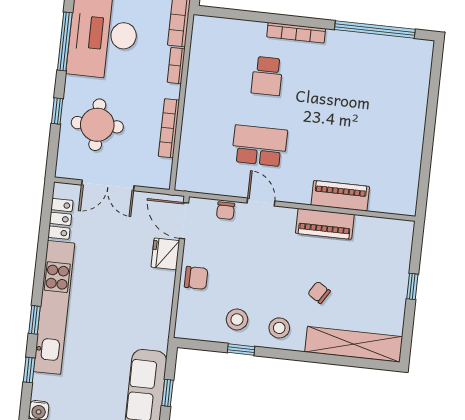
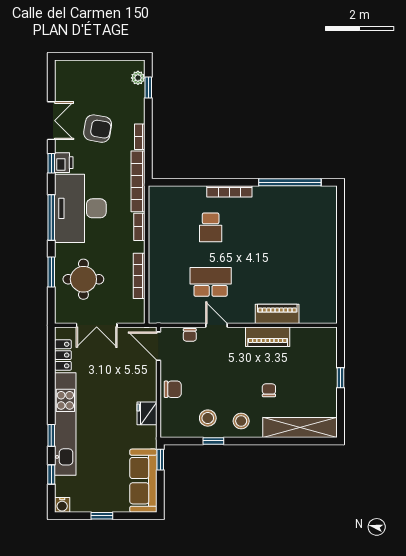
window: (57, 111) -> (51, 272), width x1.50
fridge: (165, 254) -> (147, 413), moved
chair: (319, 292) -> (269, 390), turned 58
window: (167, 393) -> (160, 460), moved

